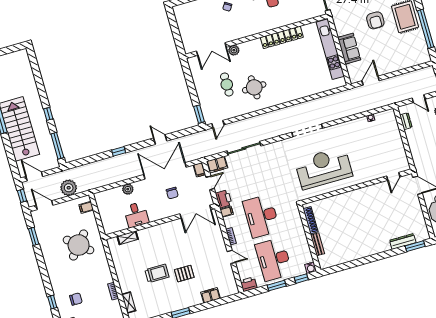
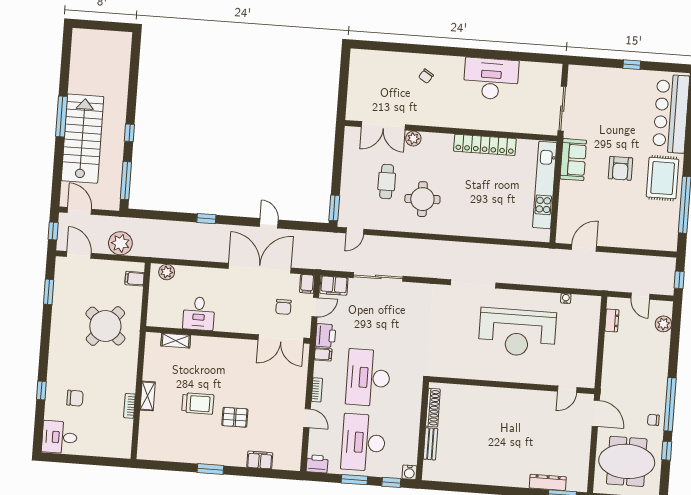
sofa: (349, 49) -> (573, 160), moved
reception desk: (324, 168) -> (517, 332), moved, turned 180
plant: (128, 189) -> (167, 272), moved
chair: (172, 193) -> (283, 307), moved
shelving: (129, 302) -> (148, 396), moved

